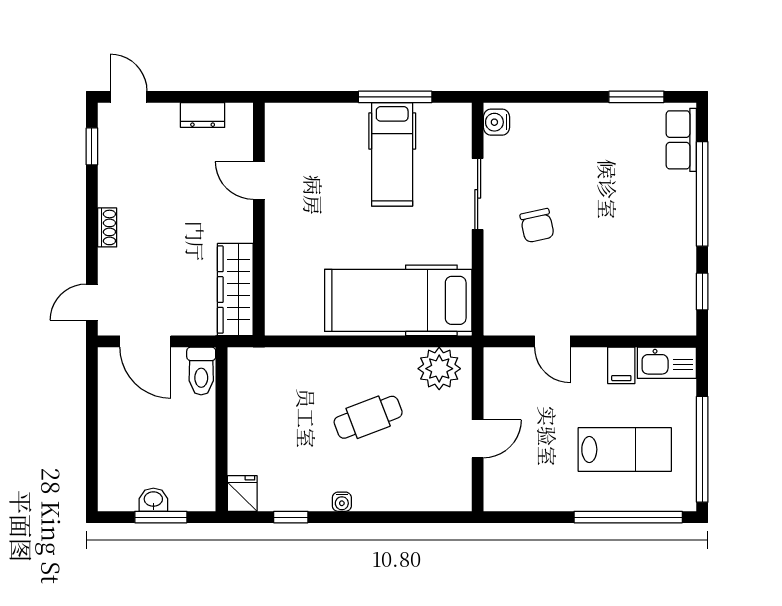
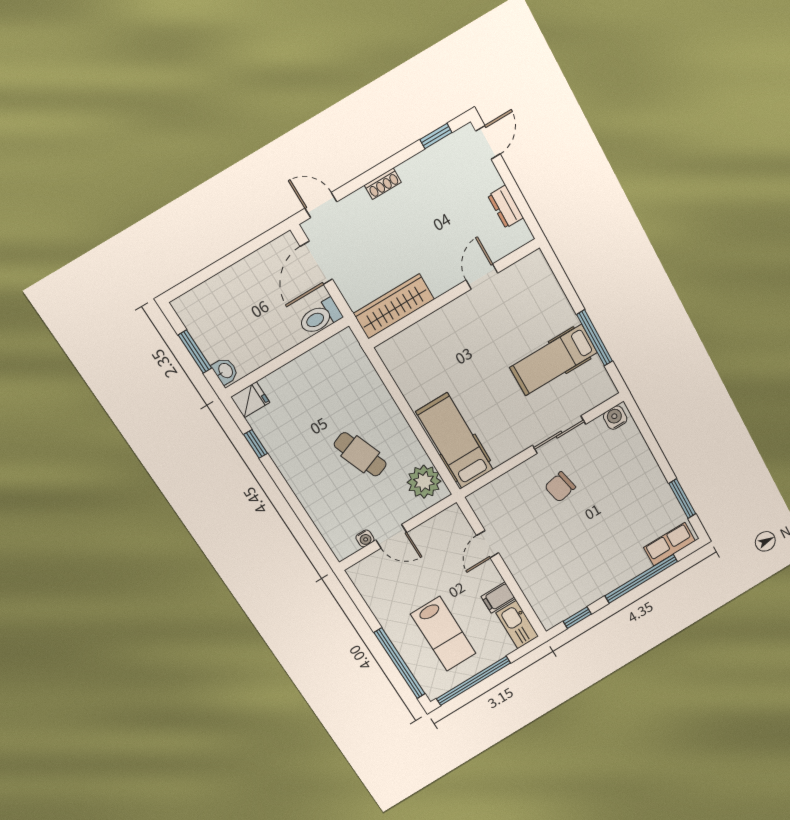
hospital bed: (398, 300) -> (455, 441), width x0.73, depth x0.78
washbasin: (153, 500) -> (225, 371), moved
water cooler: (342, 502) -> (365, 538), moved, turned -90

